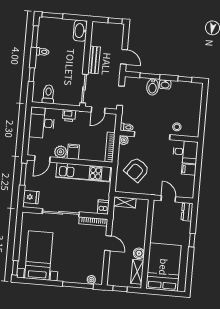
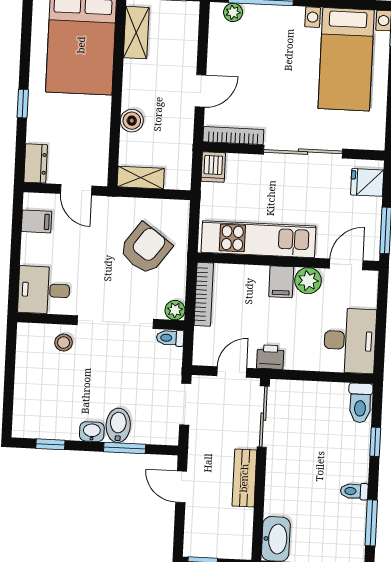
toilet: (48, 94) -> (360, 403), moved
printer: (69, 116) -> (270, 357), moved
filing cabinet: (189, 170) -> (37, 221), moved
shelving: (125, 202) -> (141, 178), moved
door: (108, 243) -> (201, 91), swing flipped
boiler: (139, 253) -> (132, 121), moved

